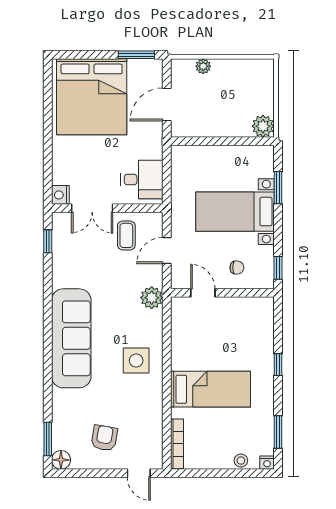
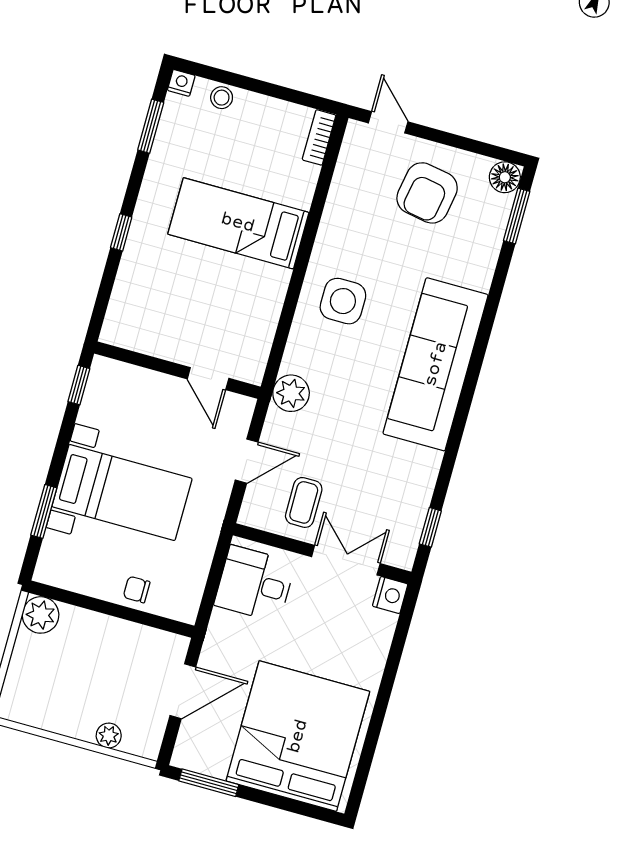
chair: (237, 268) -> (137, 590), moved
armchair: (104, 438) -> (427, 193), width x1.38, depth x1.38
bookcase: (177, 444) -> (319, 137), width x0.64

